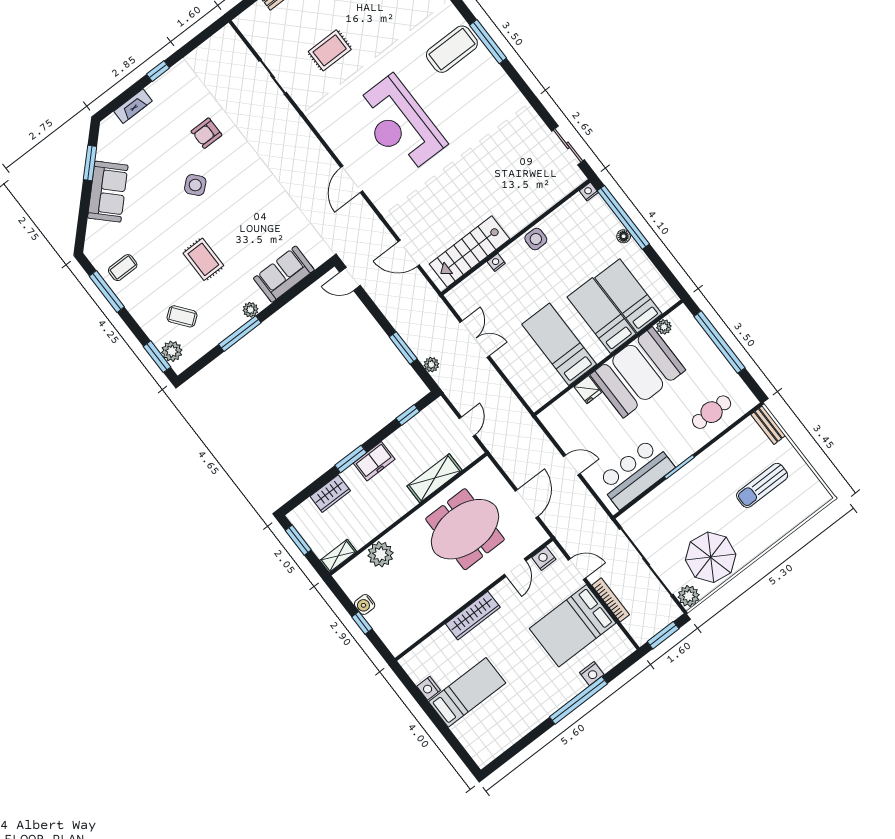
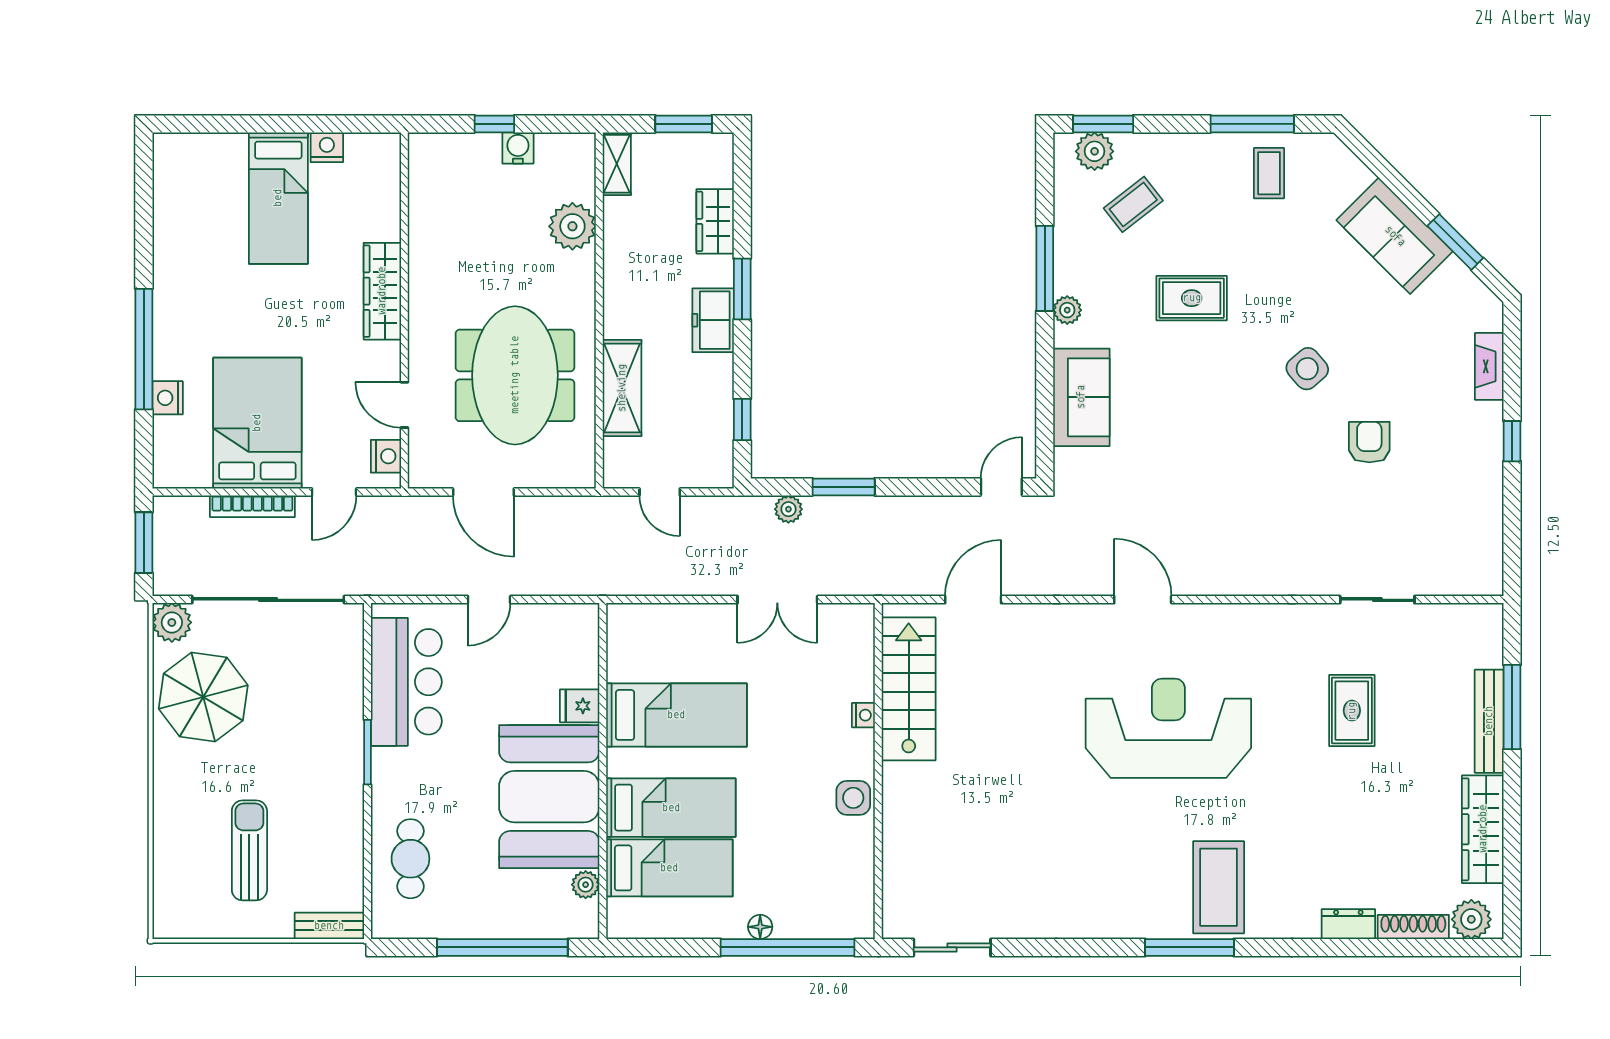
nightstand: (589, 192) -> (863, 926), removed

